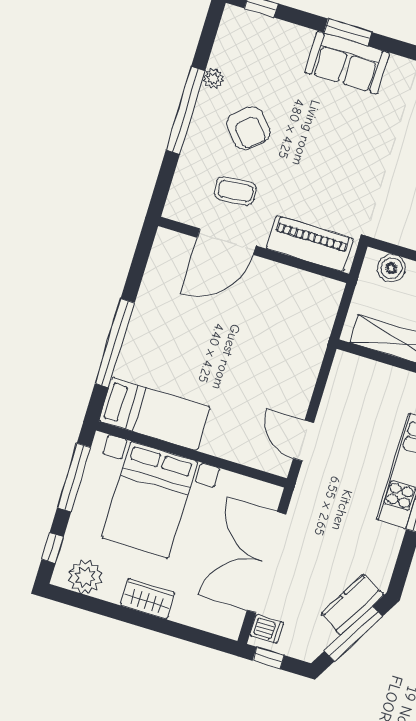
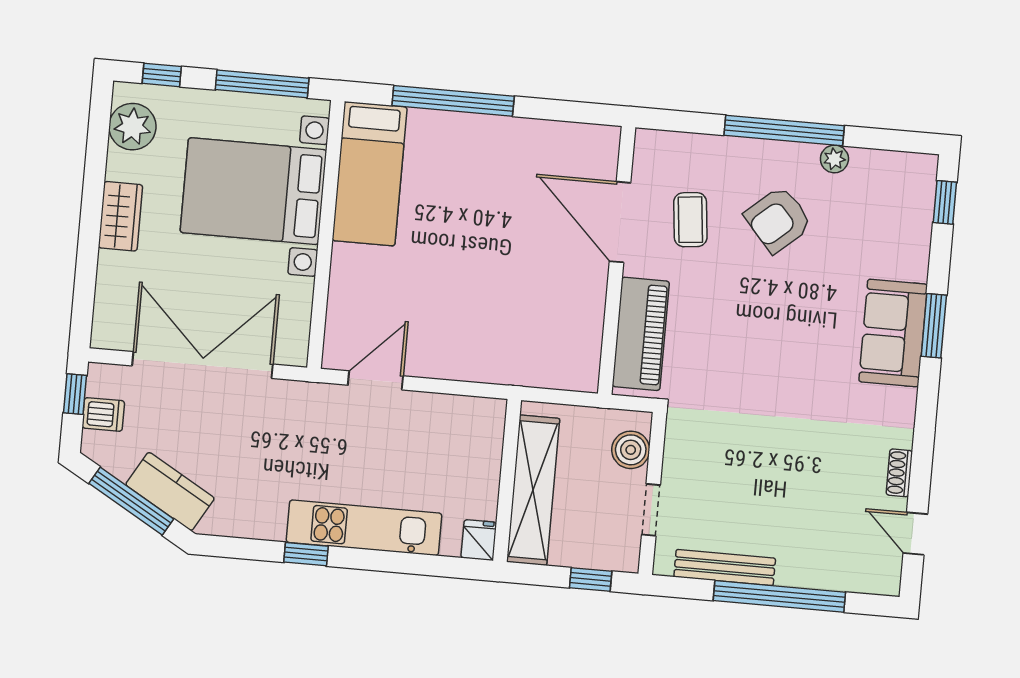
dishwasher: (267, 629) -> (103, 414), moved, turned -90

